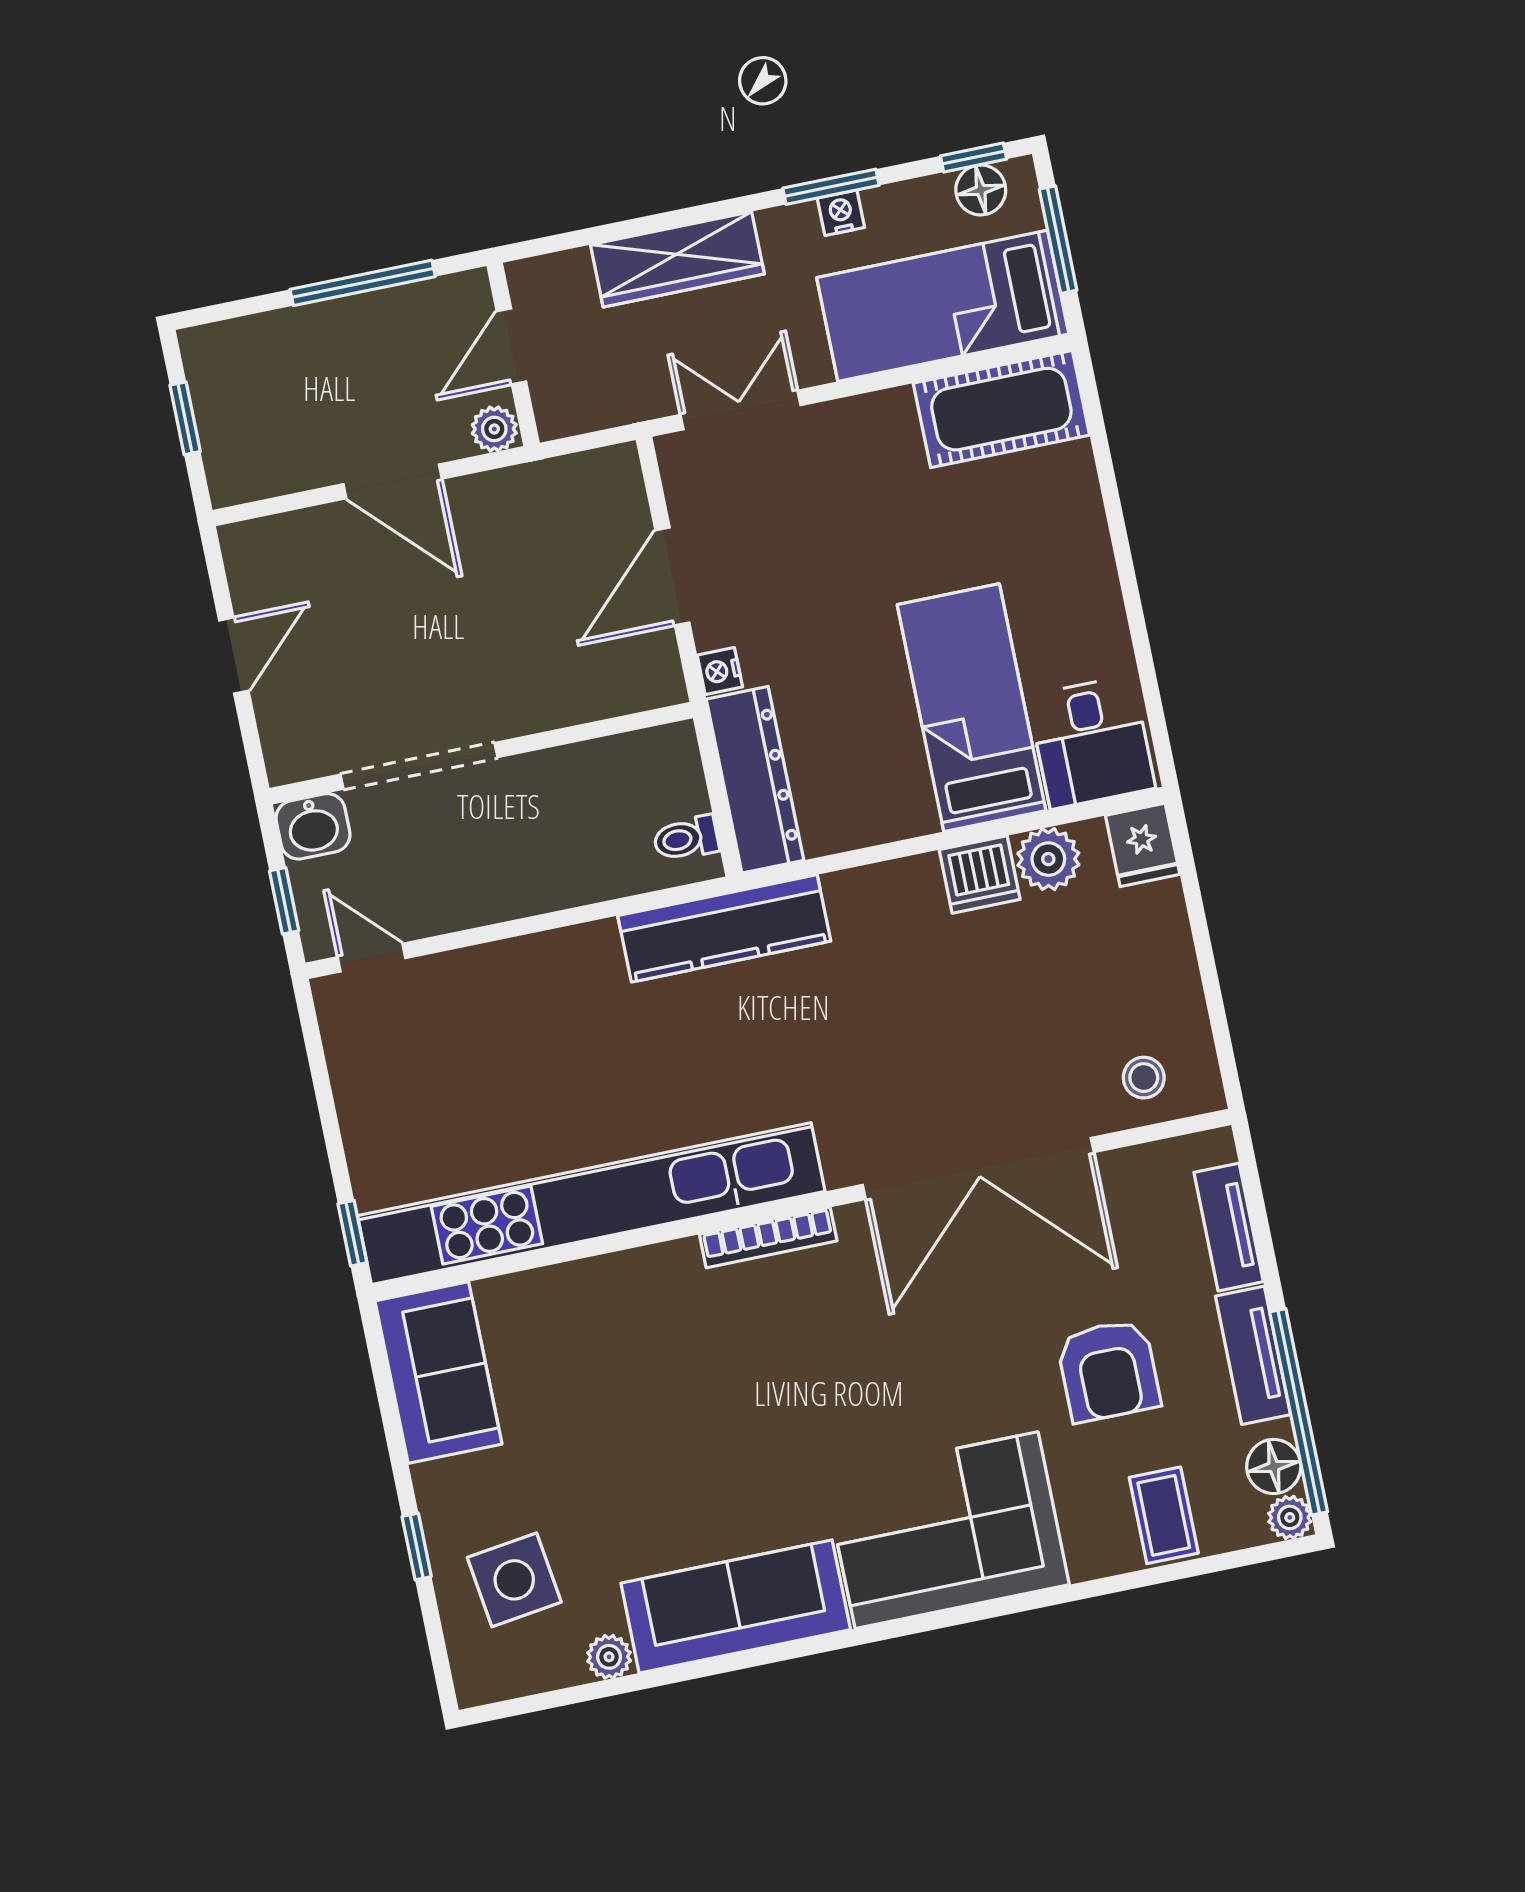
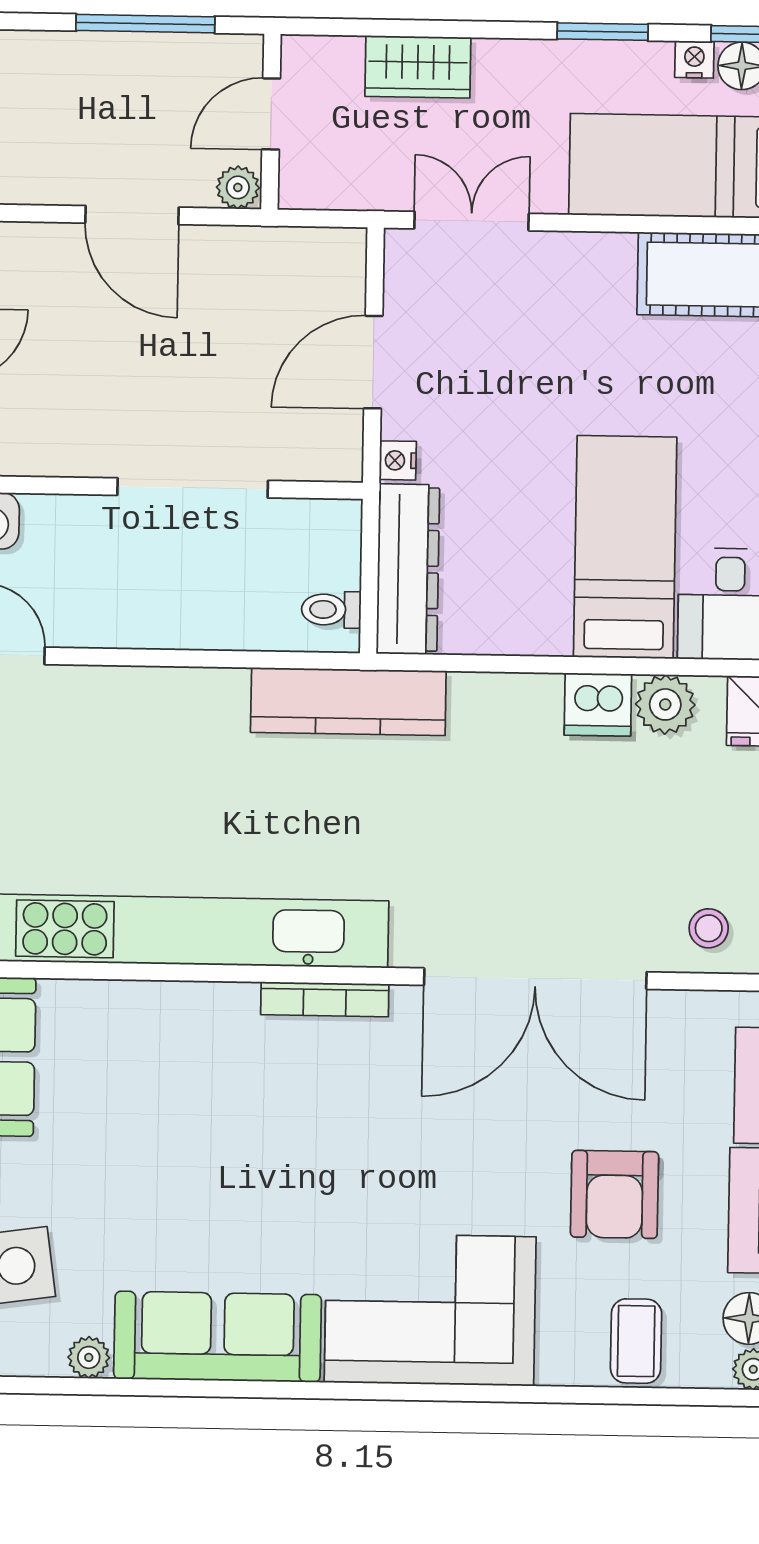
nightstand: (841, 213) -> (694, 60), moved
wardrobe: (677, 259) -> (418, 67), width x0.67
doorway: (419, 766) -> (193, 488), moved

